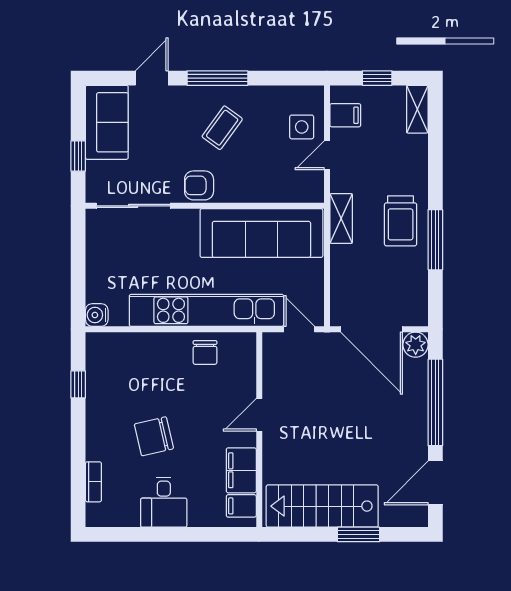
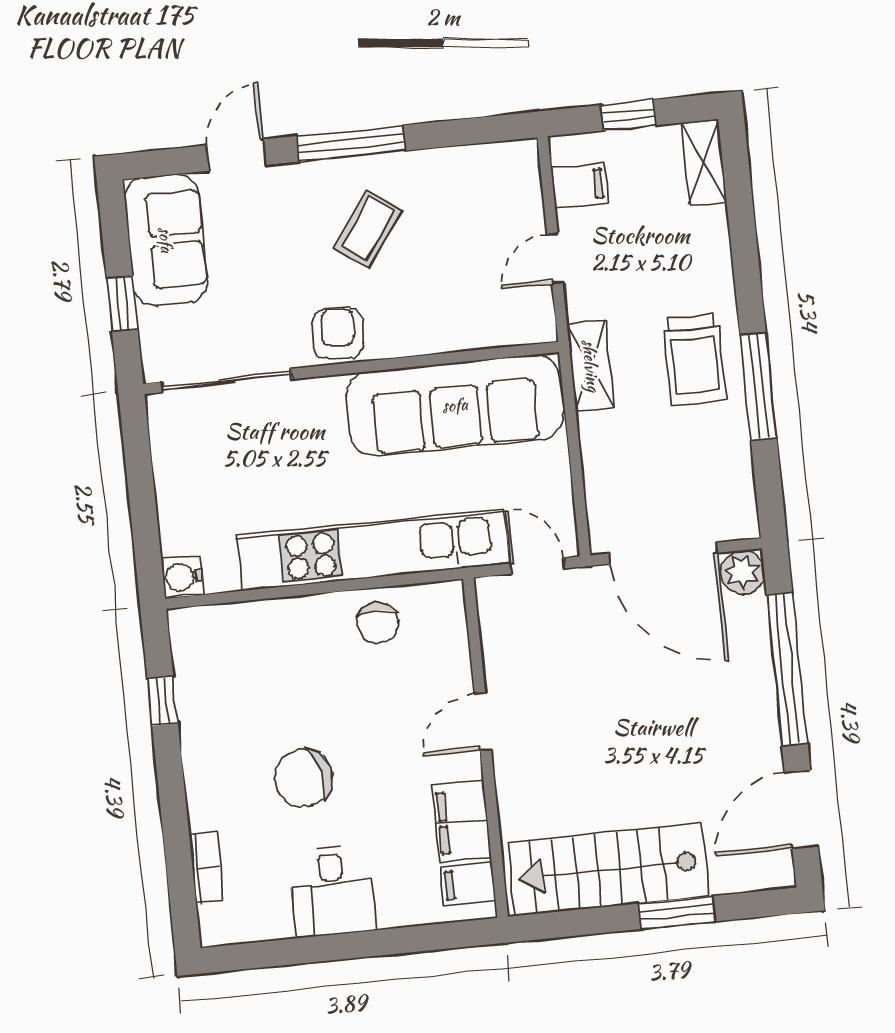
side table: (302, 127) -> (506, 214), removed
armchair: (199, 185) -> (338, 333), turned 93

